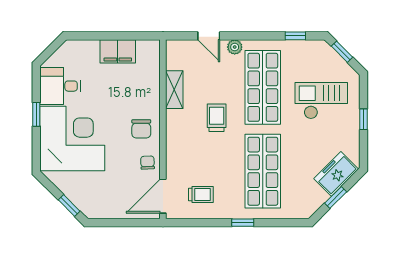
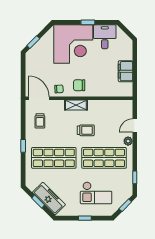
shelving: (174, 90) -> (76, 105), moved
checkout: (321, 101) -> (96, 193), turned 90
freezer: (336, 174) -> (49, 199), width x1.40

